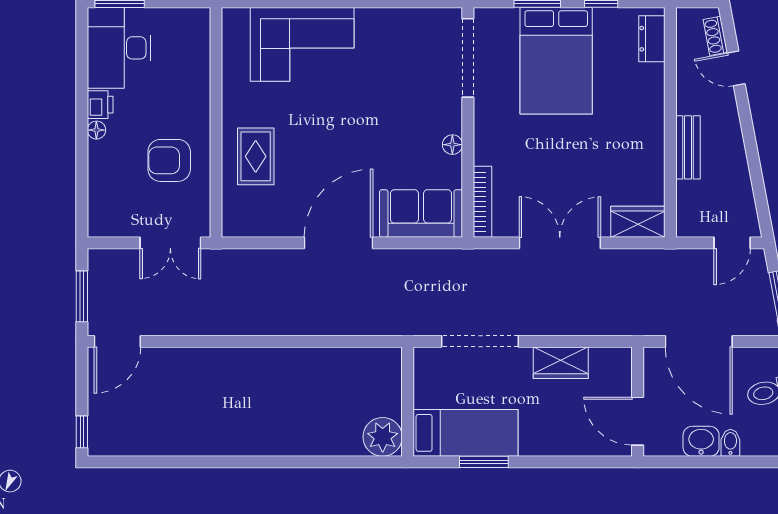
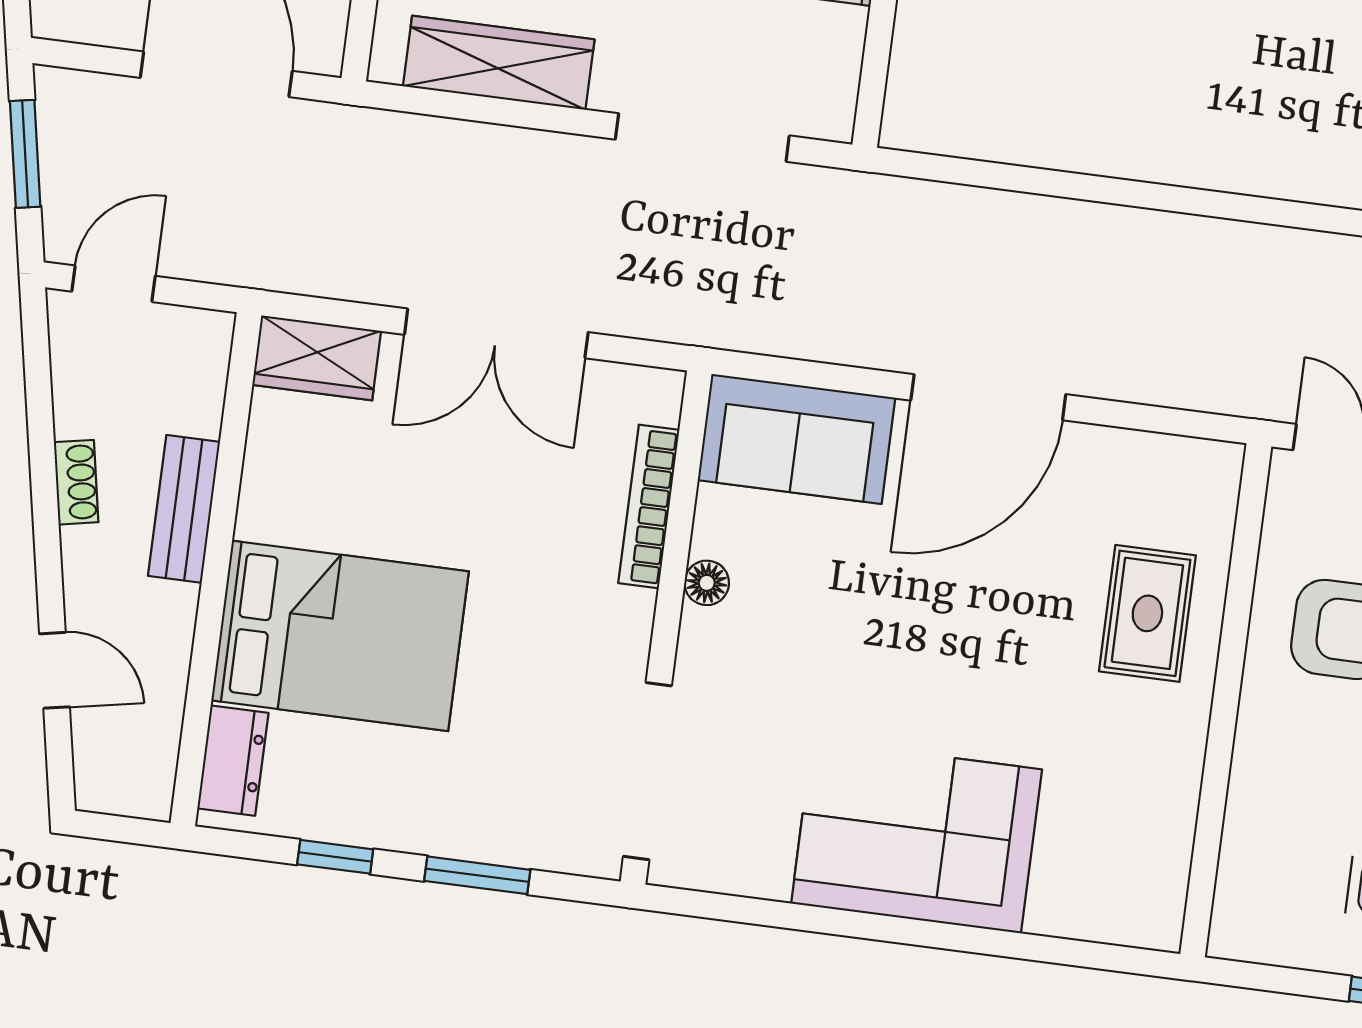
shoe rack: (715, 36) -> (76, 482), moved
corner sofa: (302, 44) -> (917, 837), moved
bed: (556, 61) -> (340, 636), moved, turned 90
bookcase: (482, 202) -> (649, 506), moved
wardrobe: (561, 363) -> (499, 63), width x1.50

